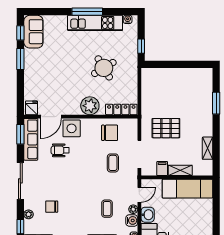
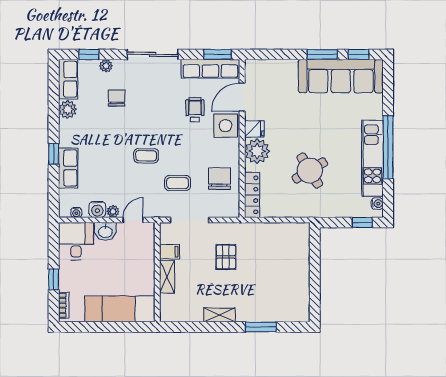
window: (87, 12) -> (388, 147), width x1.46
sofa: (33, 32) -> (341, 76), width x1.85, depth x1.27
window: (141, 46) -> (362, 222), moved
fridge: (32, 108) -> (254, 129), moved
door: (51, 117) -> (242, 97), hinge flipped
pallet: (166, 128) -> (226, 257), width x0.67, depth x0.71
chair: (110, 133) -> (220, 179), turned 180
shelving: (208, 148) -> (219, 315), moved
exam couch: (187, 189) -> (120, 309), moved, turned 90
door: (139, 195) -> (133, 220), swing flipped
coffee table: (107, 209) -> (146, 156), moved

